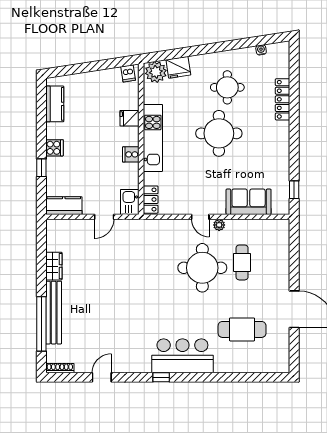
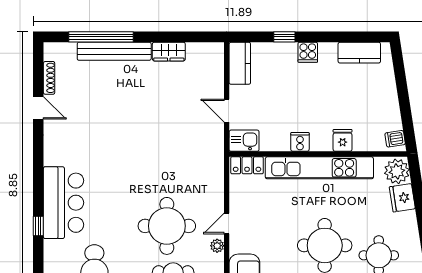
kitchen unit: (153, 138) -> (319, 168), width x1.36
shoe rack: (60, 368) -> (49, 78), moved
window: (161, 377) -> (38, 226), moved

